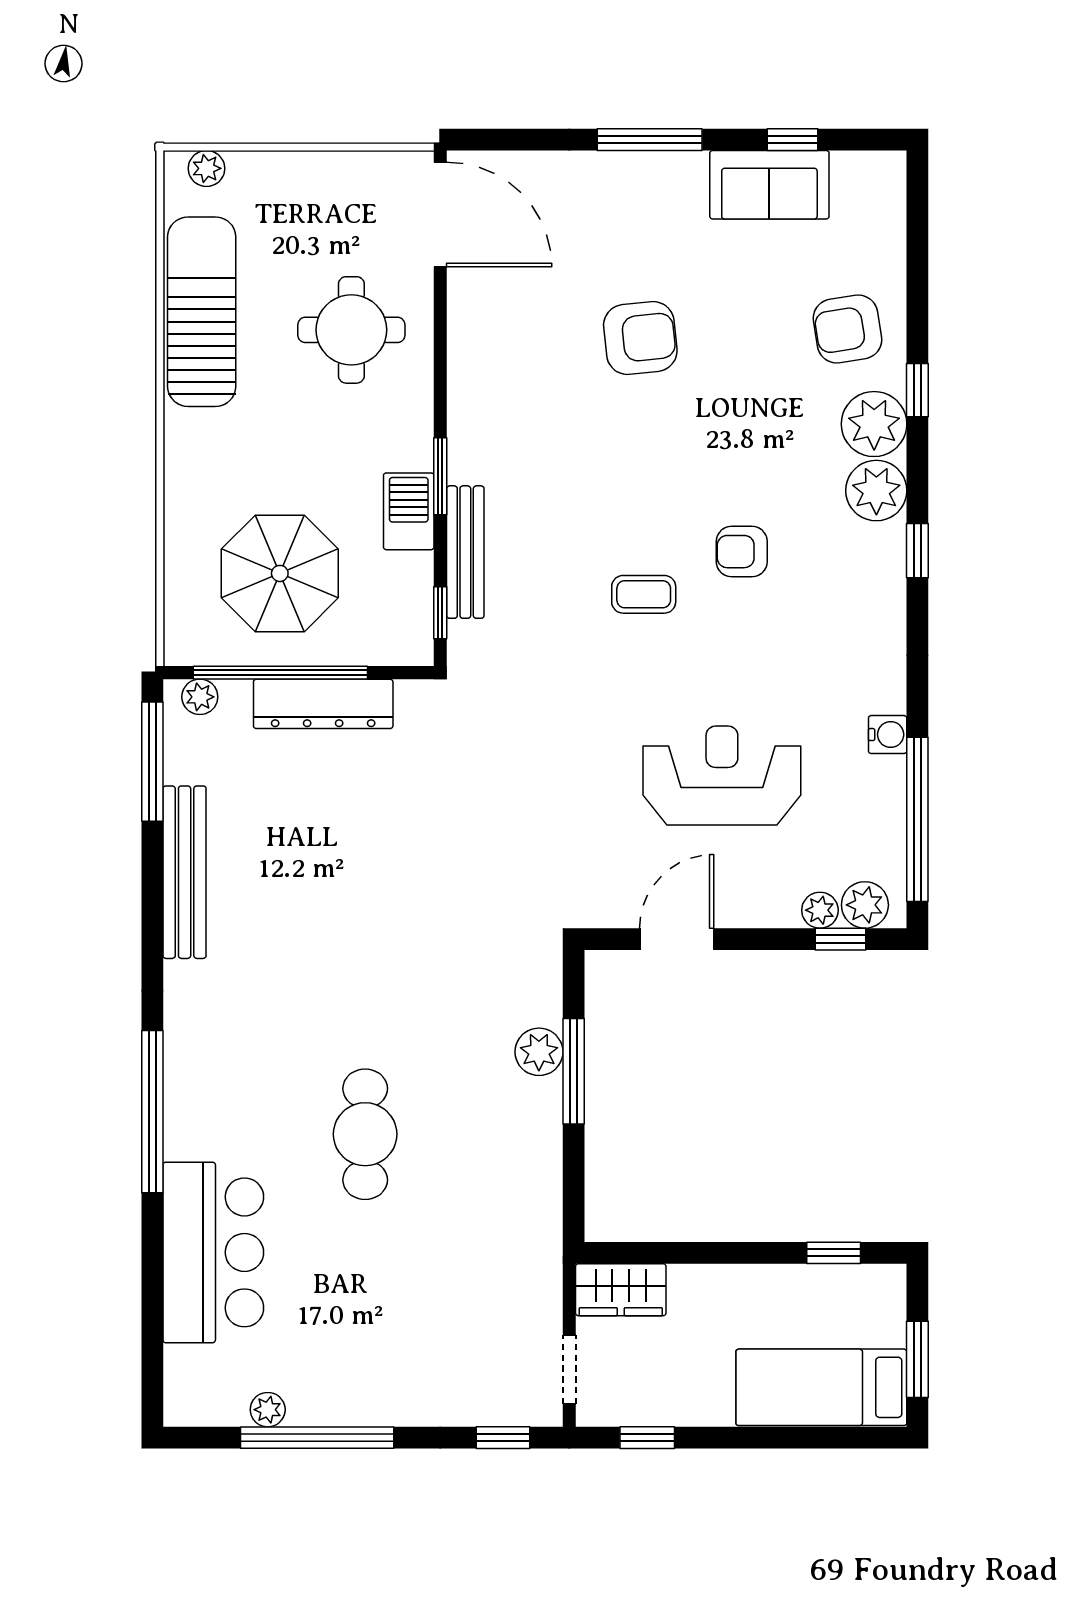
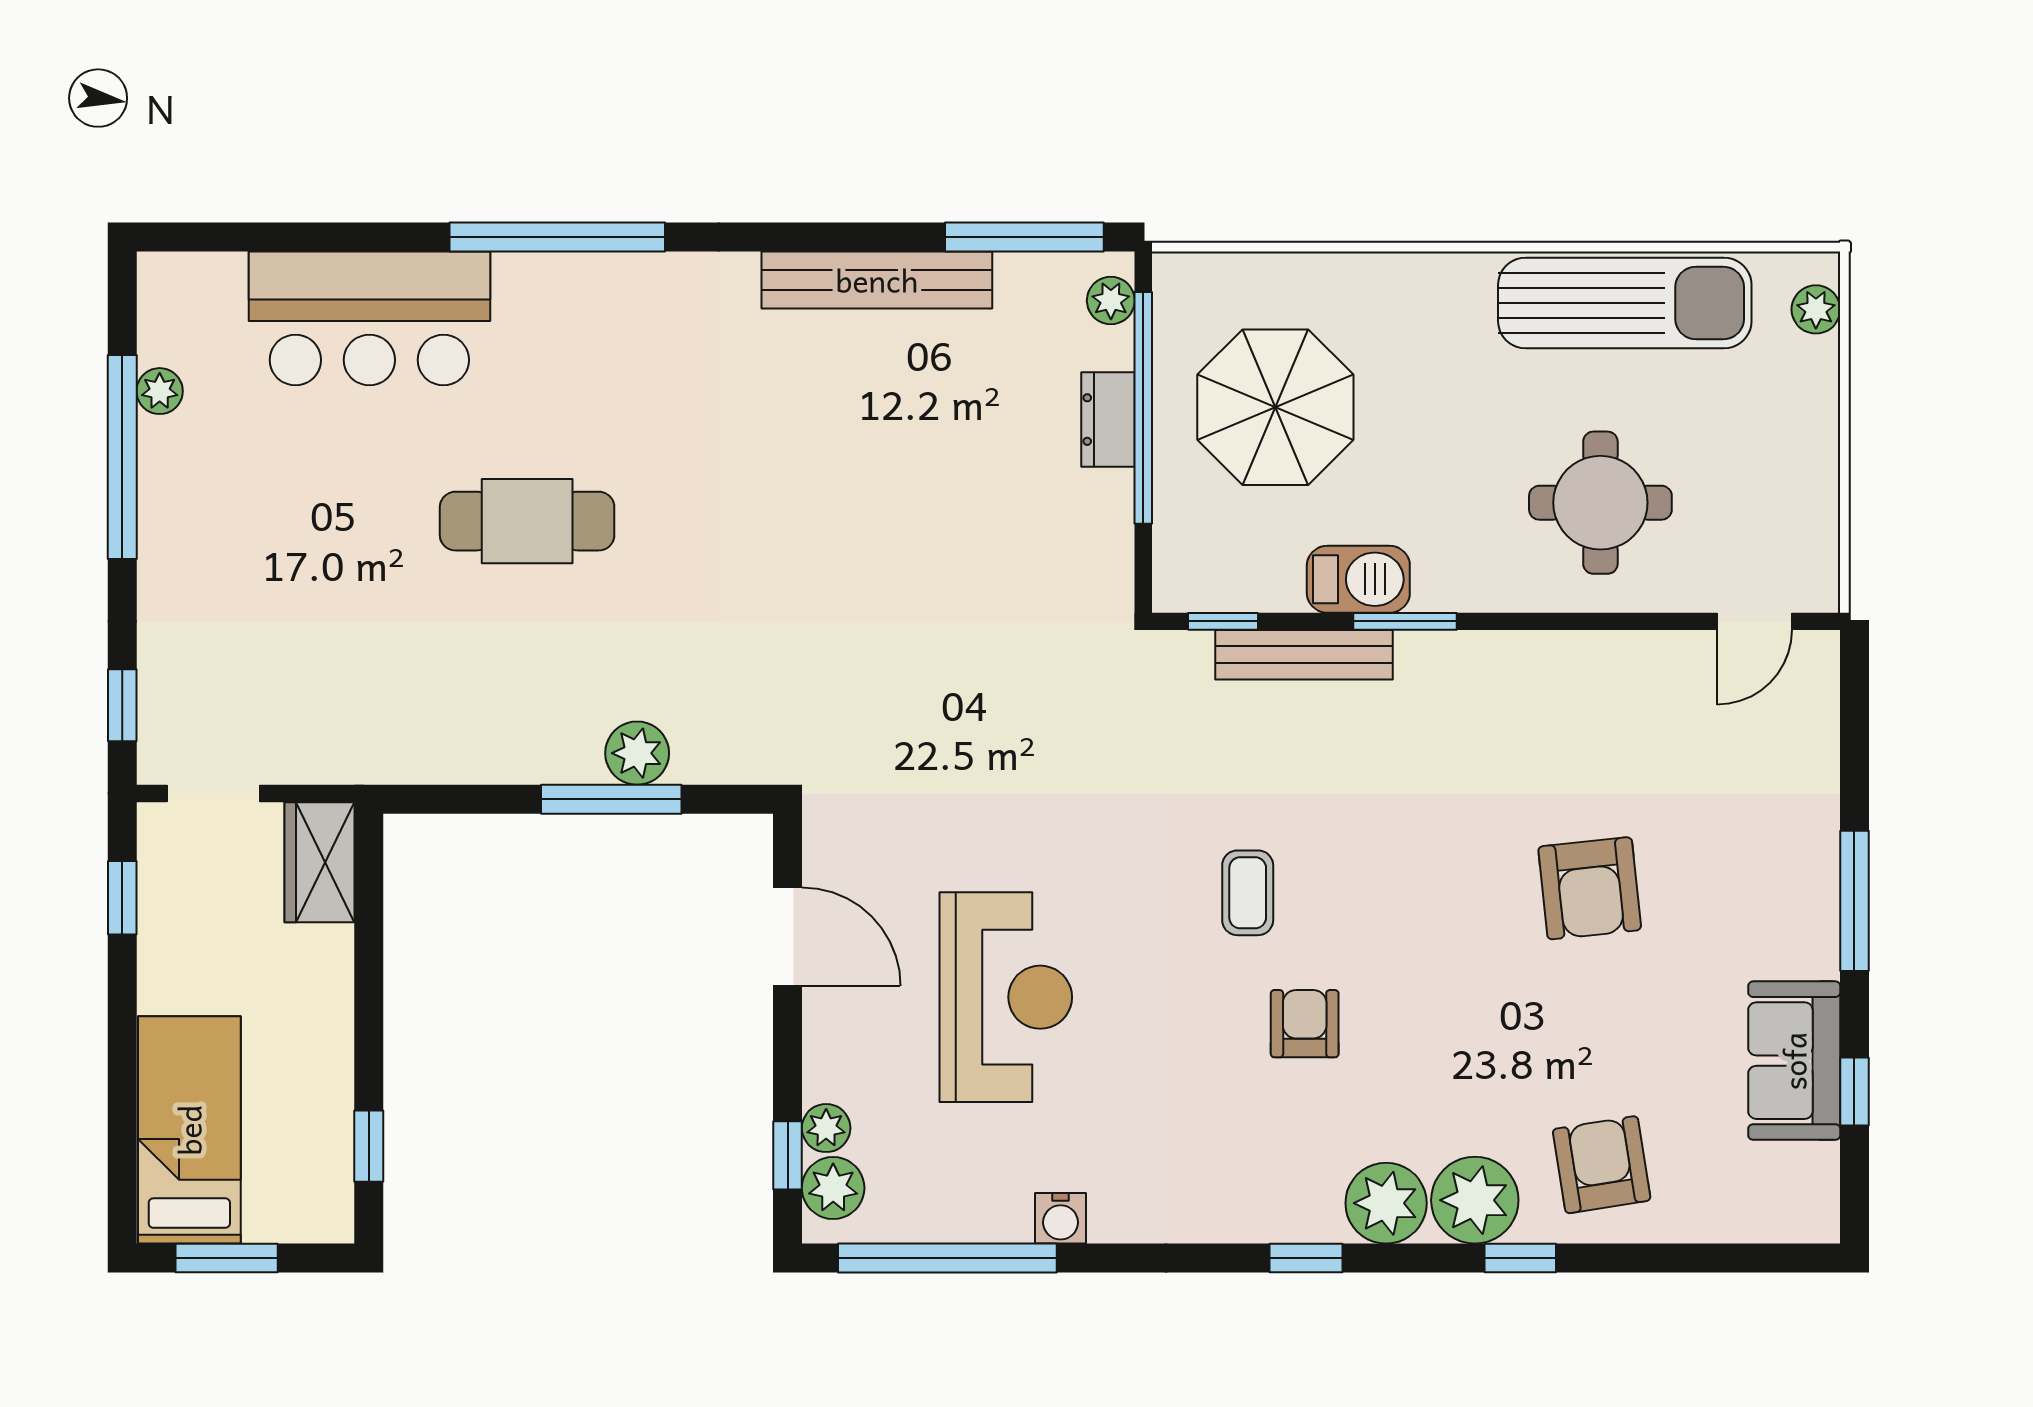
door: (440, 214) -> (1754, 621), width x0.53
dresser: (323, 704) -> (1108, 420), width x0.51, depth x0.80

